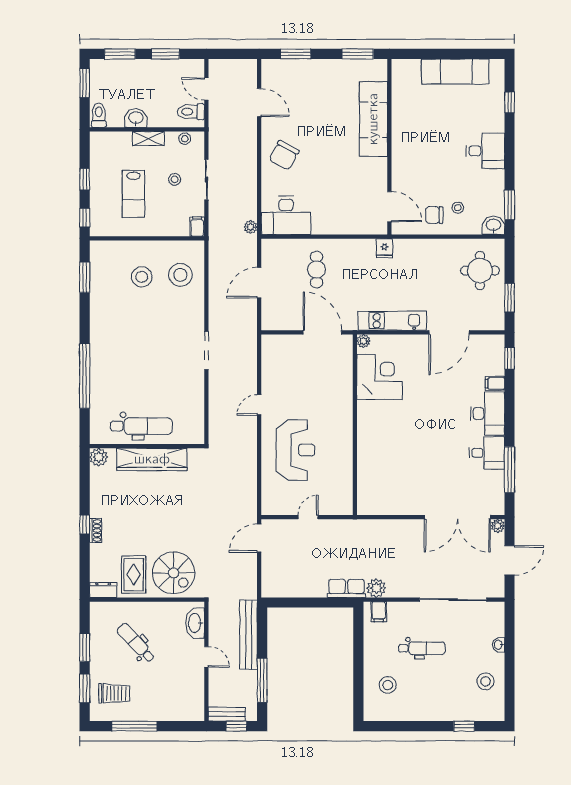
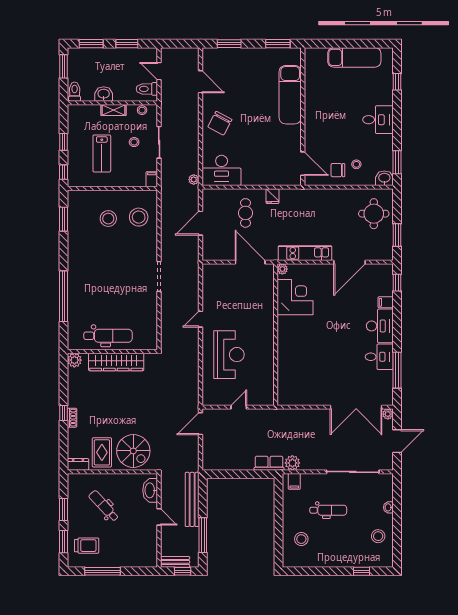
fridge: (384, 248) -> (272, 196), moved

